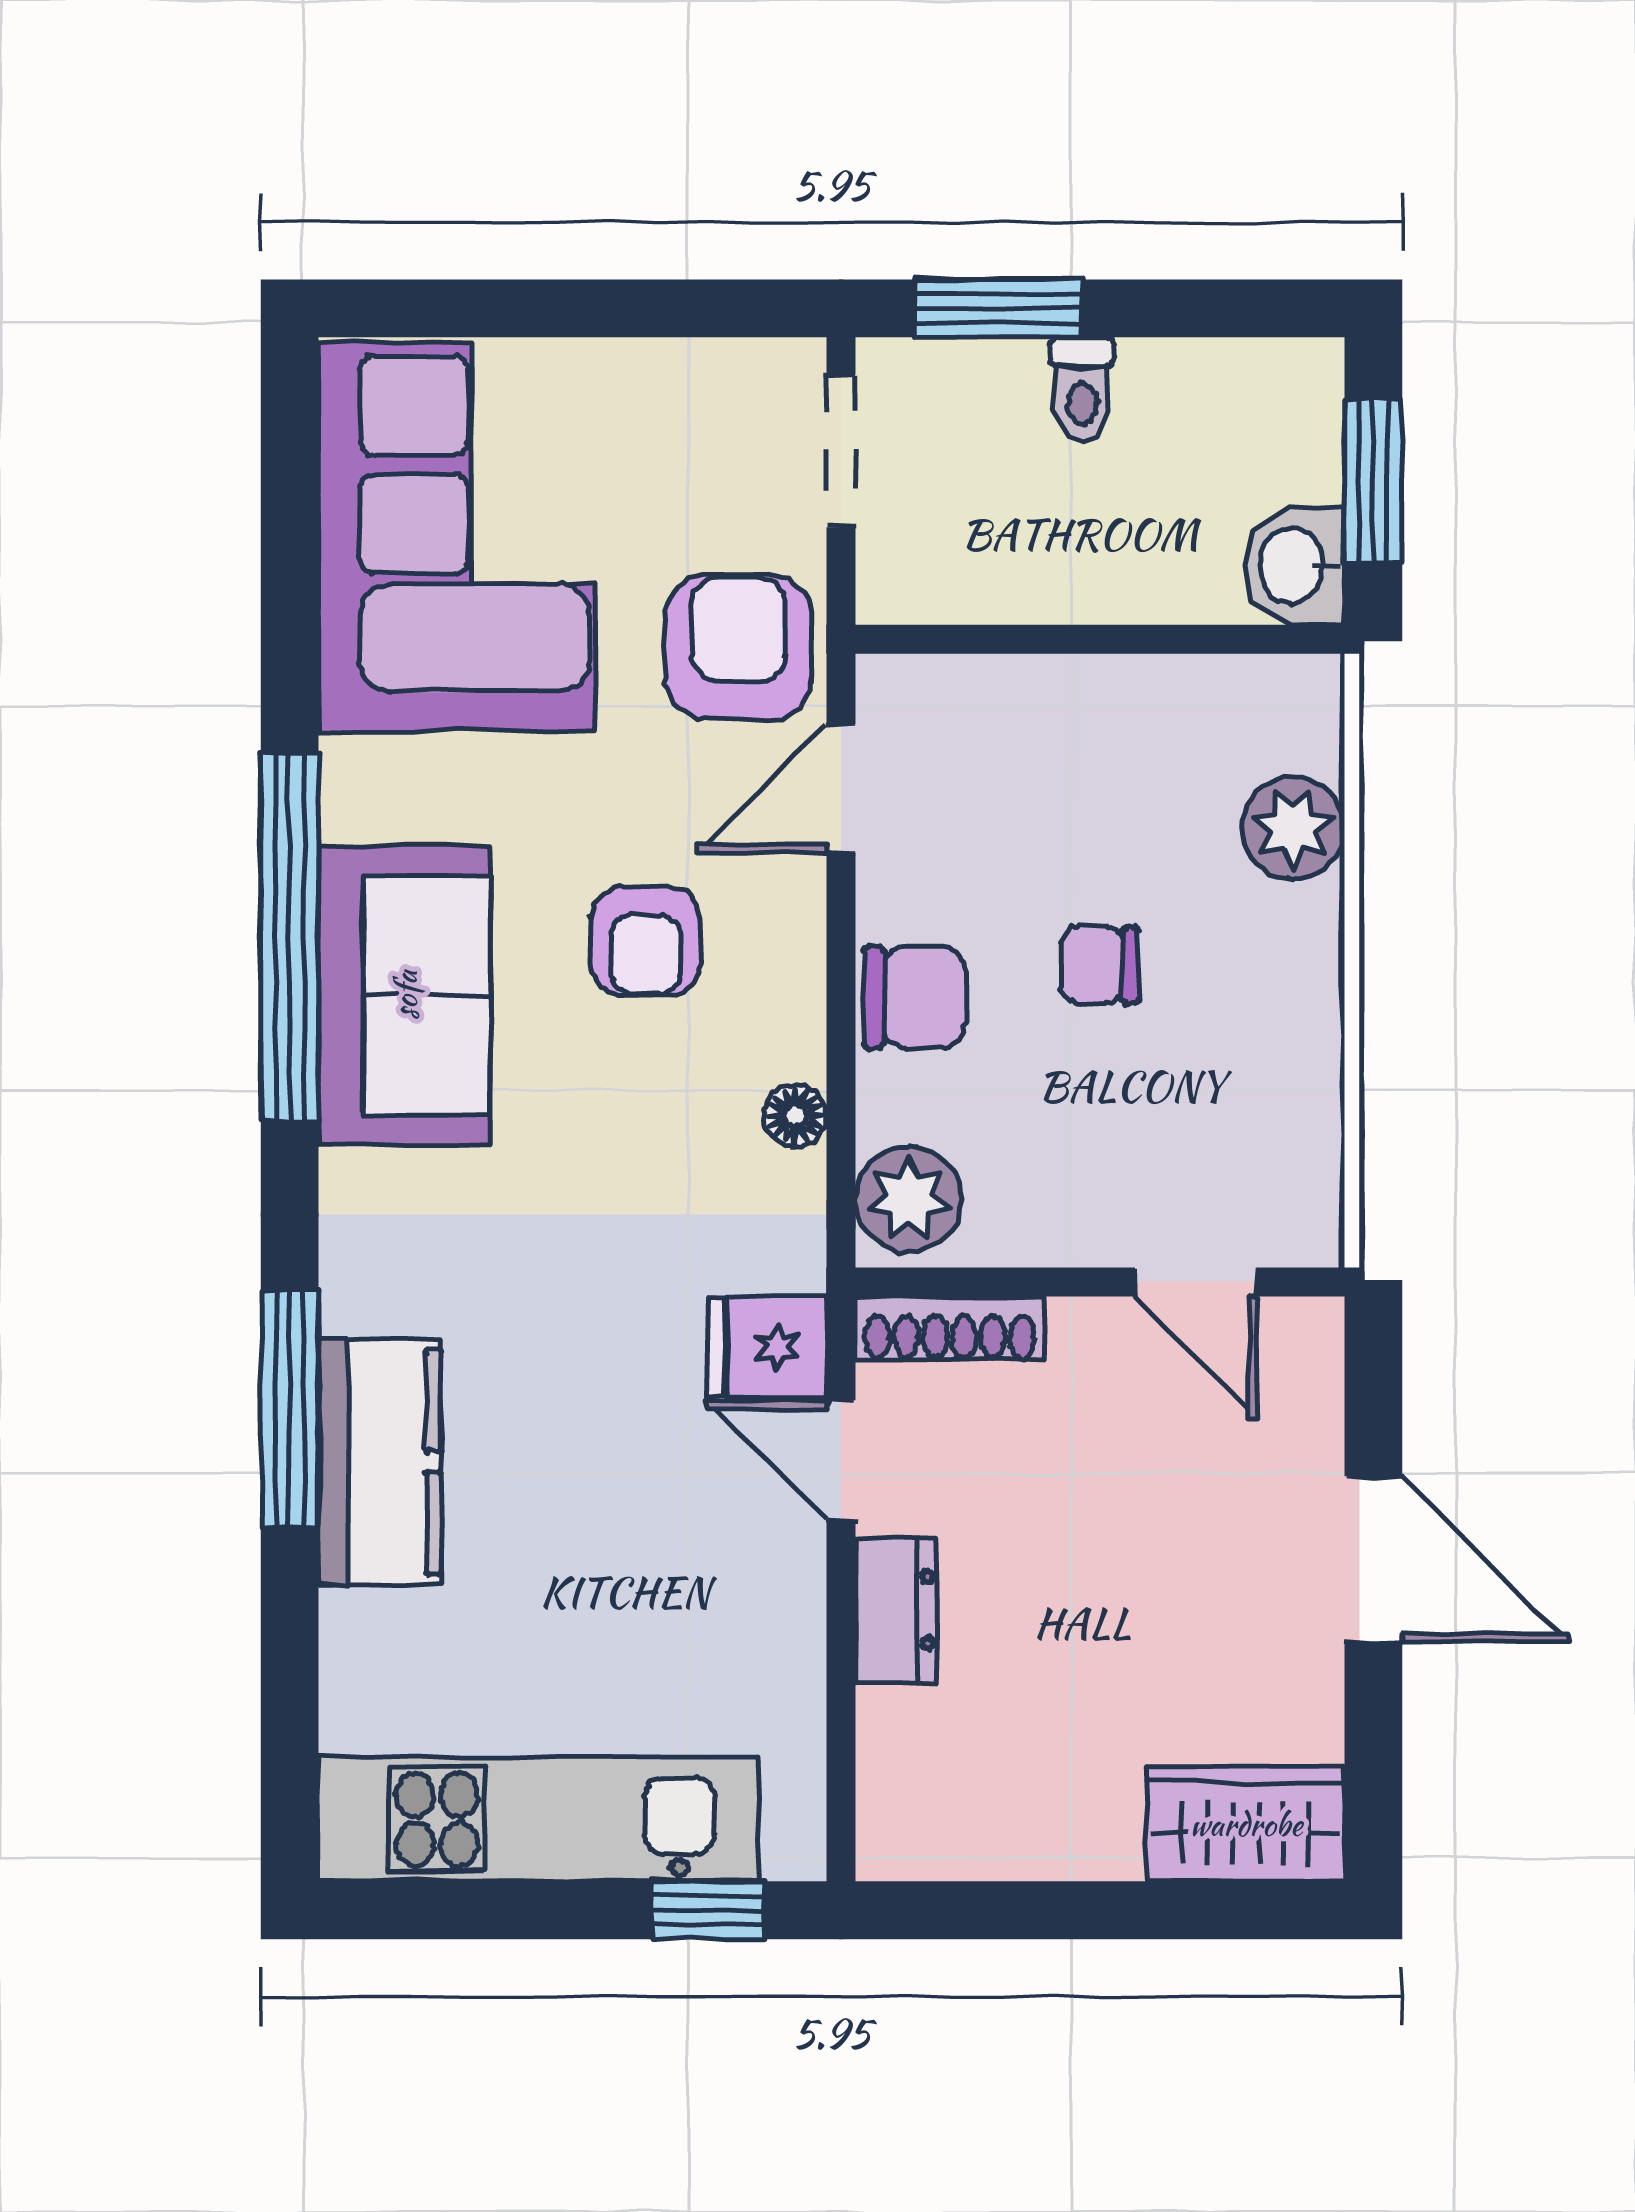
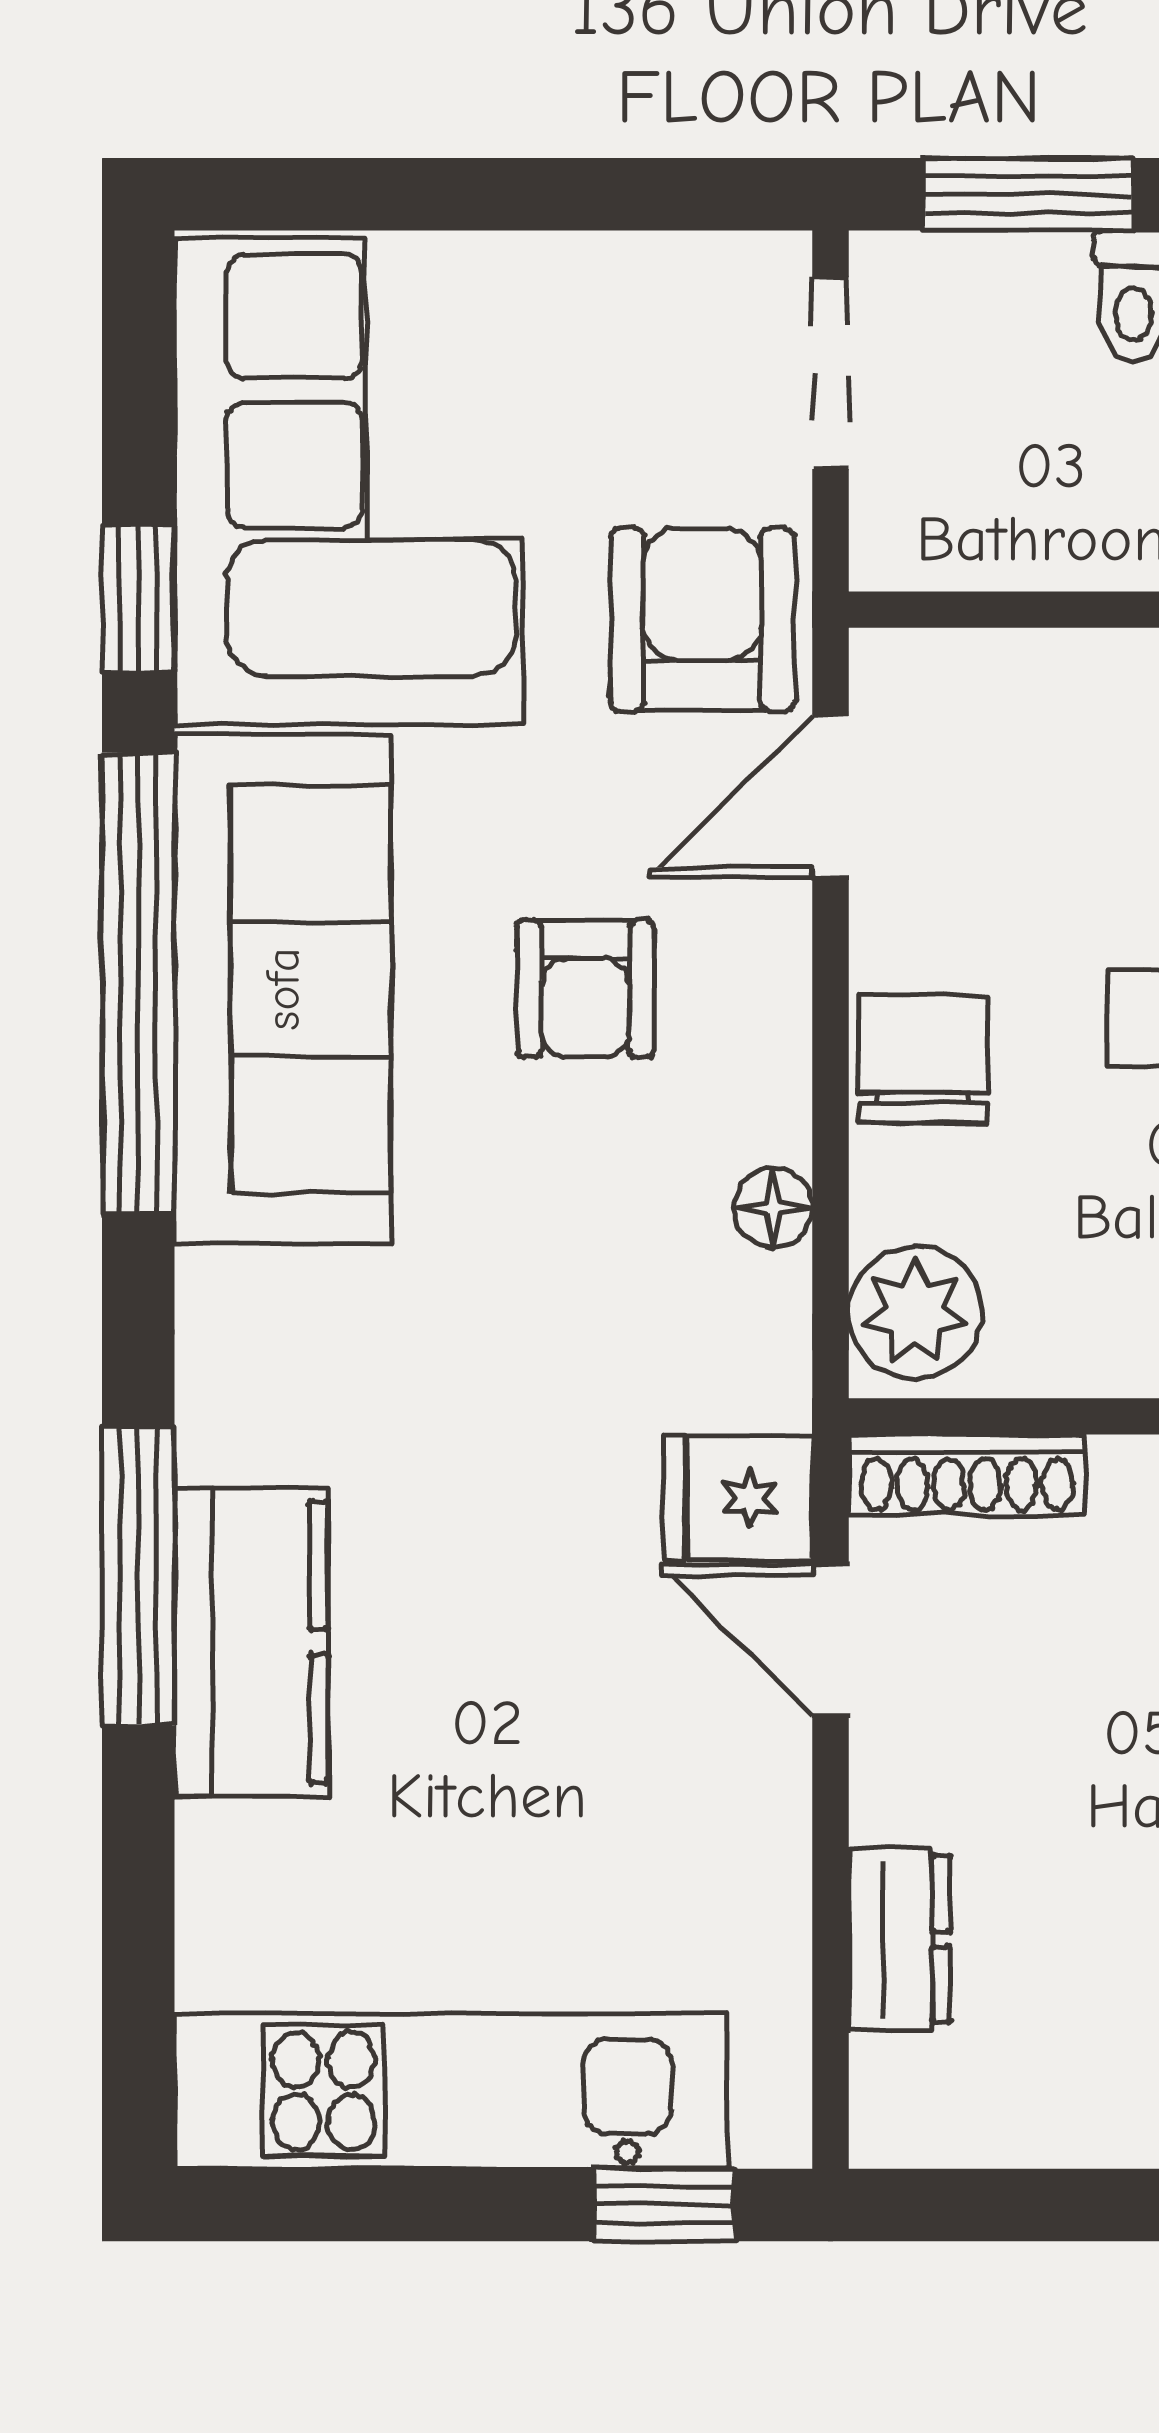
window: (290, 631) -> (138, 599), added
sofa: (405, 995) -> (283, 989), width x1.36
chair: (914, 997) -> (923, 1059), turned -90
dresser: (896, 1610) -> (899, 1939), moved

